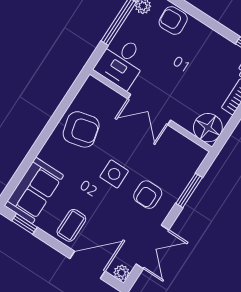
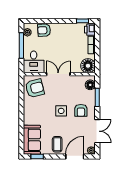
double door: (149, 110) -> (58, 74), swing flipped
armchair: (81, 129) -> (35, 88), moved
floor lamp: (191, 162) -> (90, 85), added

